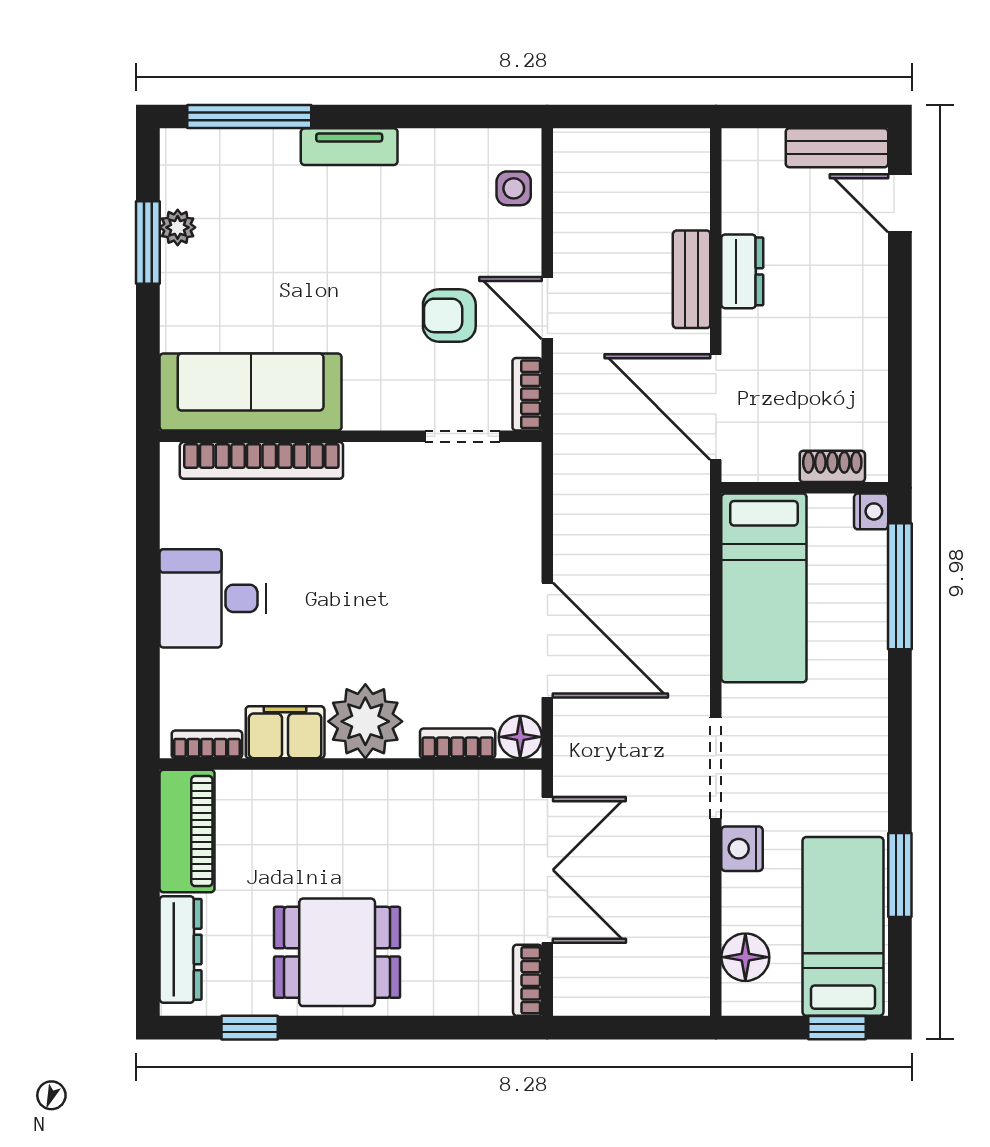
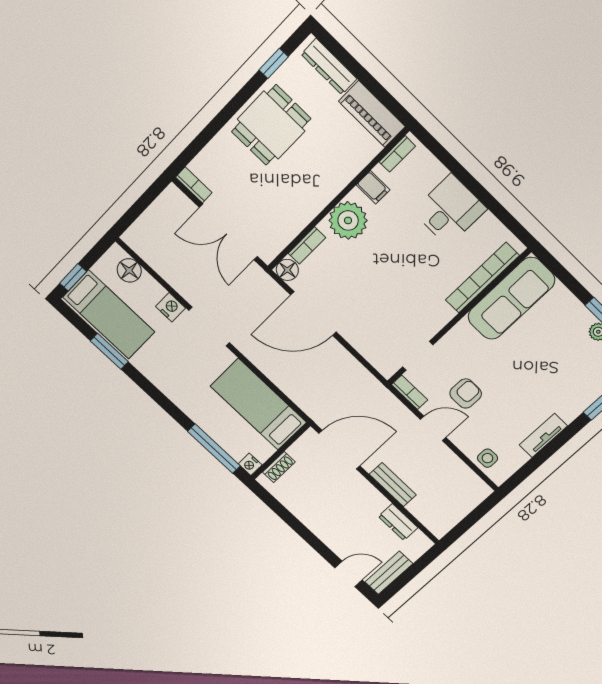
tv unit: (349, 147) -> (543, 435), moved
dresser: (742, 271) -> (398, 522), moved
filing cabinet: (285, 732) -> (373, 187), width x0.50

